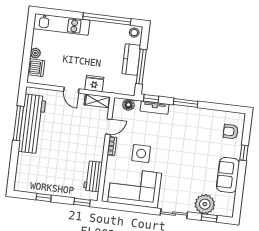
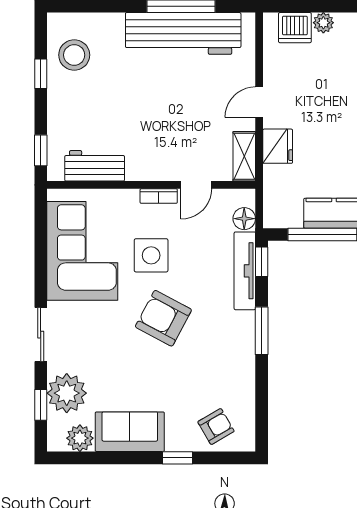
tv unit: (155, 108) -> (245, 271), width x1.41
door: (109, 127) -> (196, 185), hinge flipped
armchair: (231, 132) -> (216, 426), turned 60
armchair: (173, 151) -> (163, 318), added
stool: (36, 180) -> (74, 55), added
plant: (228, 200) -> (80, 438), added

